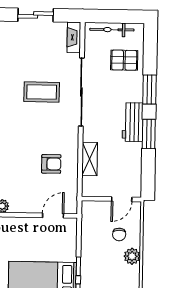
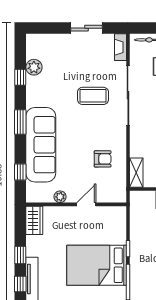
shelving: (90, 159) -> (136, 173), moved
door: (53, 216) -> (86, 204), moved

